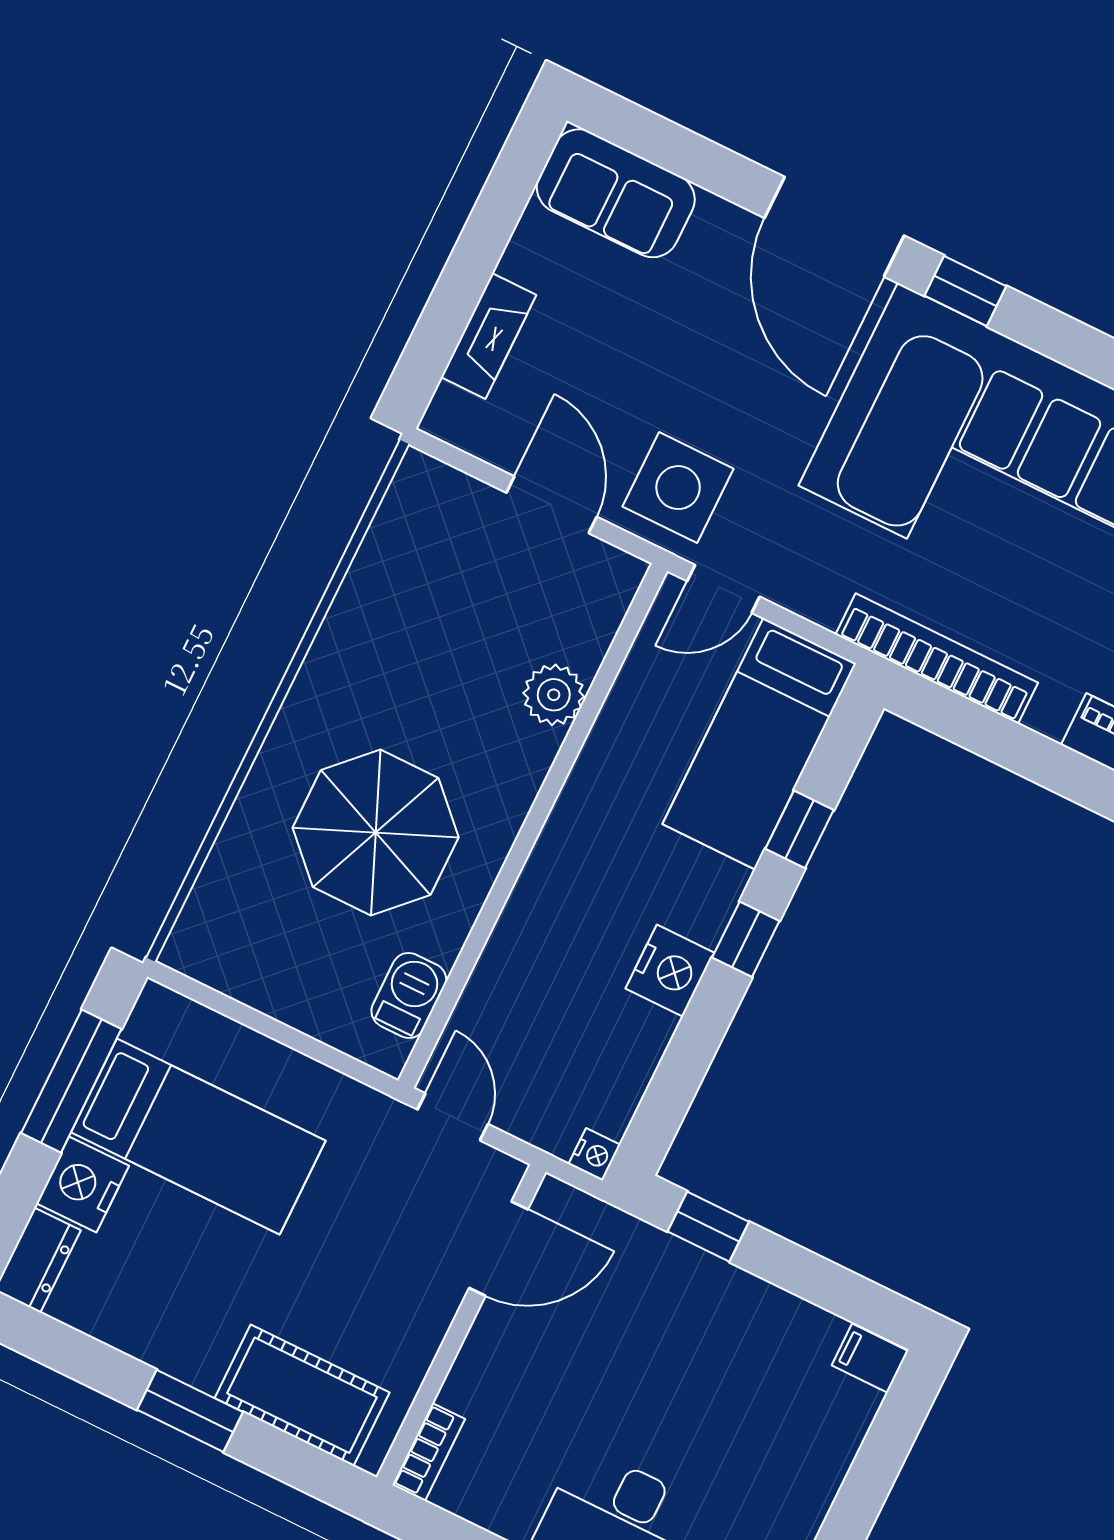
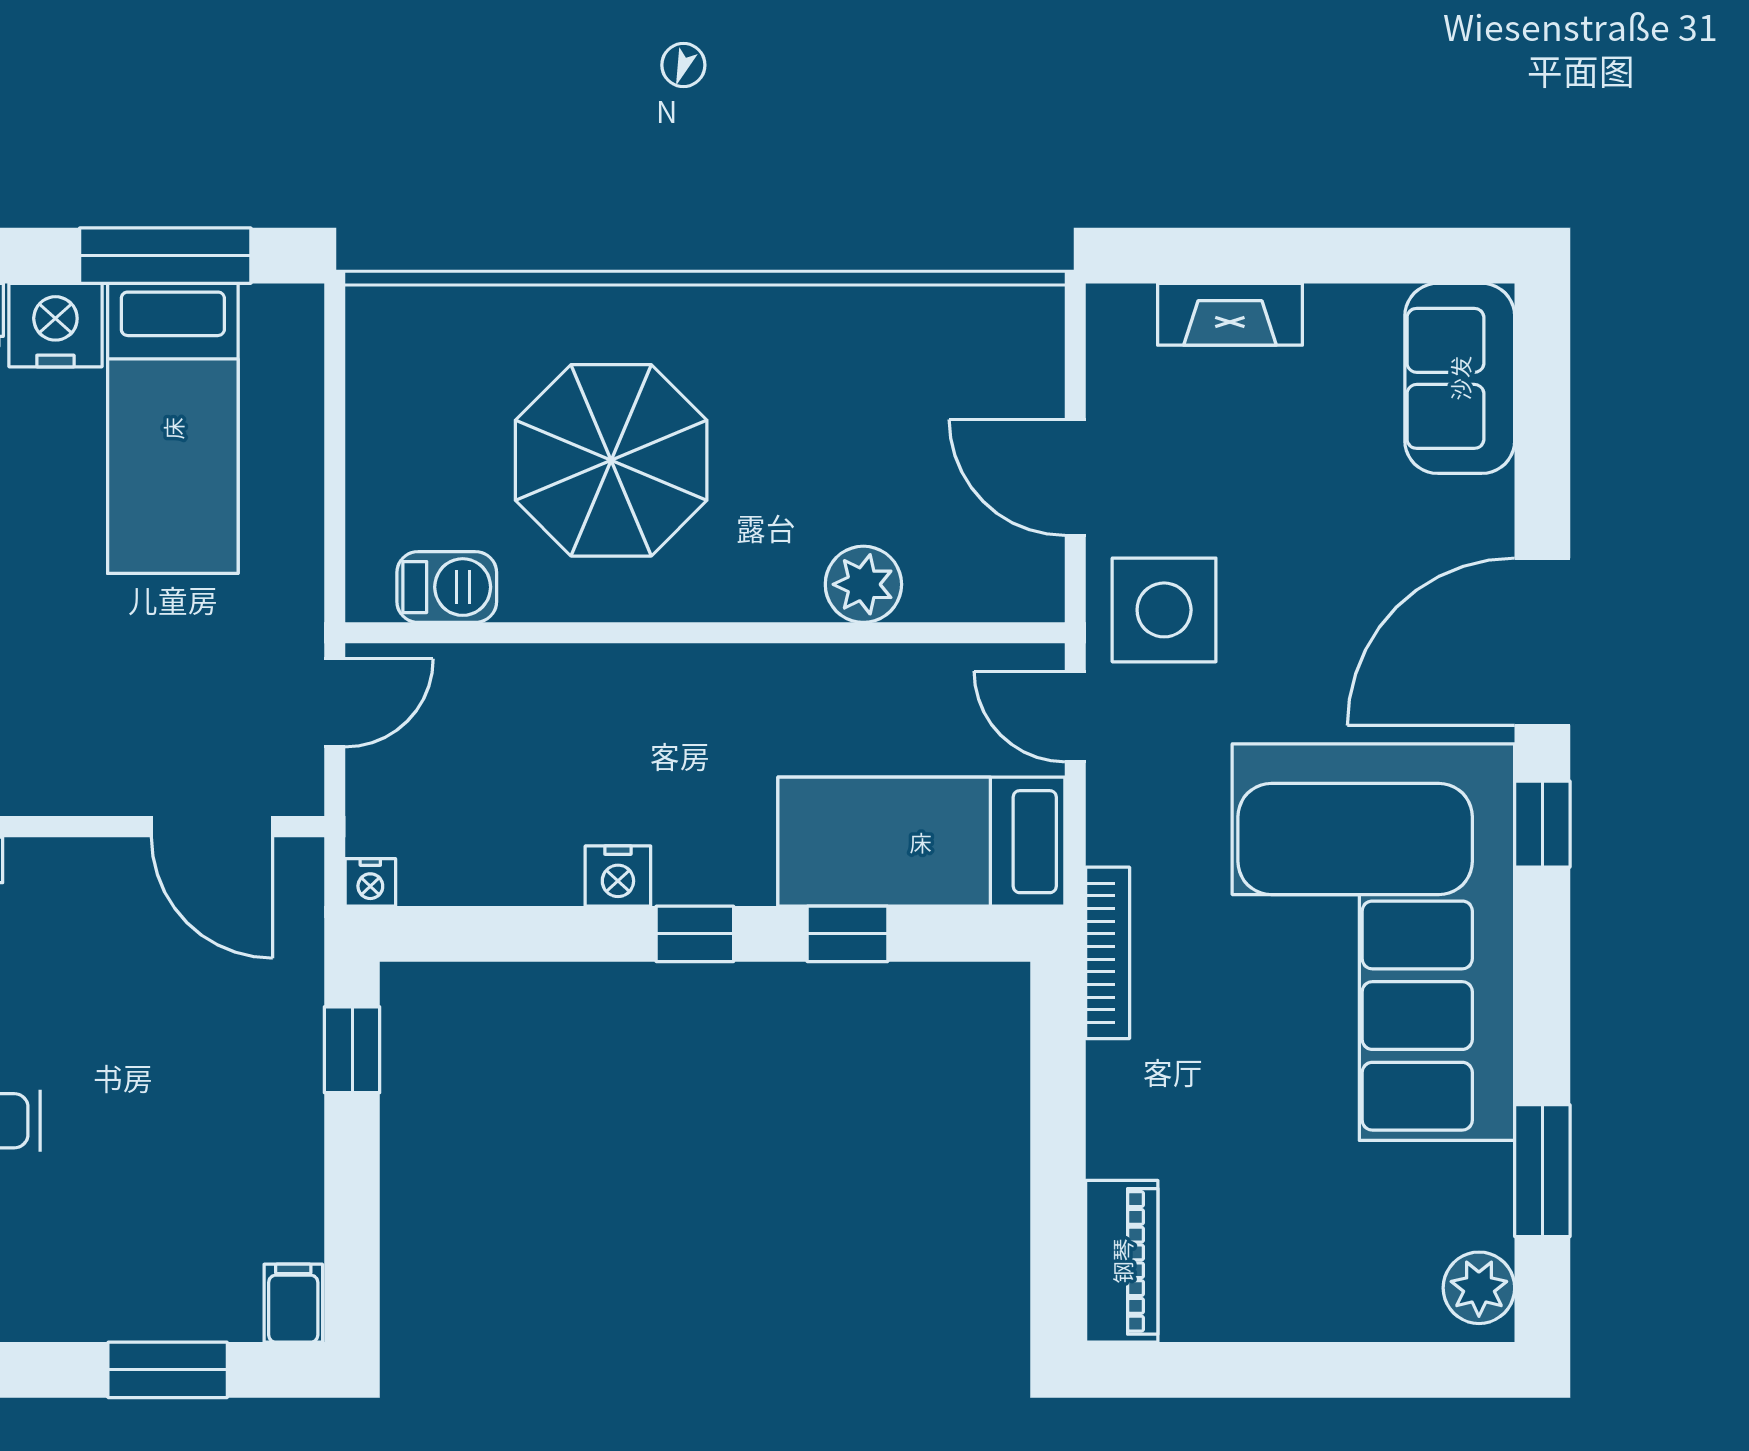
door: (552, 505) -> (1075, 478), swing flipped
bookcase: (937, 659) -> (1108, 953), width x0.68, depth x0.76
nightstand: (670, 971) -> (618, 876), width x0.74, depth x0.75
window: (874, 1472) -> (168, 1370), added

